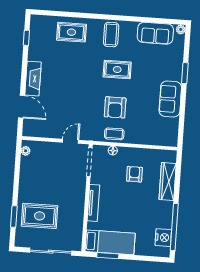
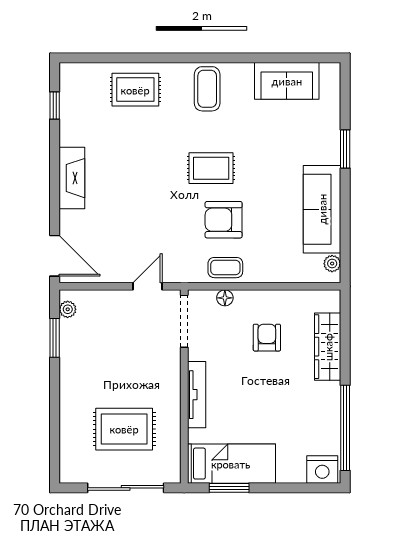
plant: (181, 29) -> (332, 264), moved
rug: (117, 70) -> (211, 168), moved
sofa: (170, 99) -> (322, 209), width x1.36
door: (21, 107) -> (55, 256), moved
armchair: (115, 107) -> (224, 220), turned 90
window: (14, 216) -> (55, 338), moved
rug: (40, 216) -> (124, 429), moved
nightstand: (163, 238) -> (322, 469), moved, turned 90

